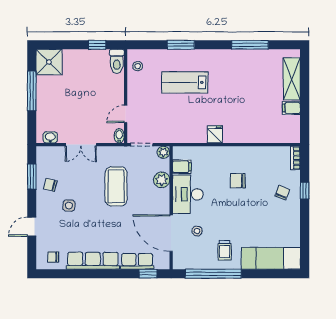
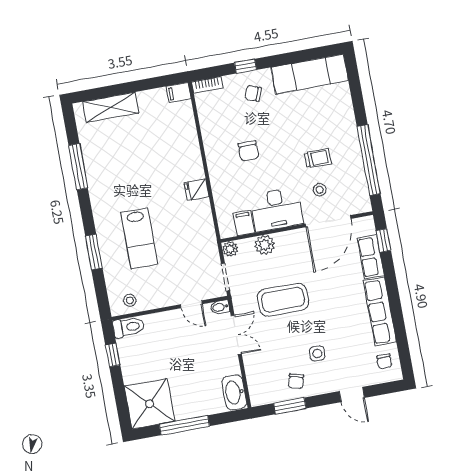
shower: (49, 62) -> (150, 404), width x1.37, depth x1.37
filing cabinet: (291, 108) -> (179, 93), moved, turned 90
washbasin: (50, 137) -> (234, 392), width x1.91, depth x1.45
double door: (81, 145) -> (236, 335), moved
trolley: (225, 250) -> (318, 158), moved
exam couch: (271, 258) -> (310, 74), moved, turned -90

